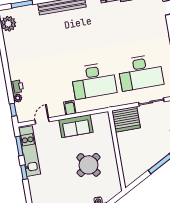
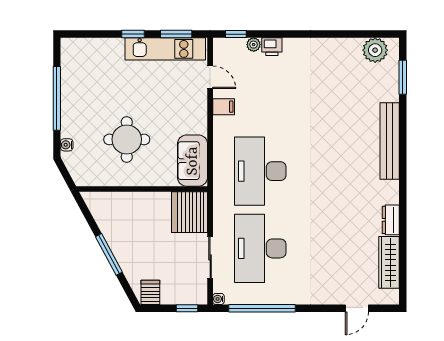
filing cabinet: (70, 108) -> (224, 107), moved
sofa: (76, 126) -> (193, 161), moved
round table: (89, 165) -> (127, 139), turned 36

